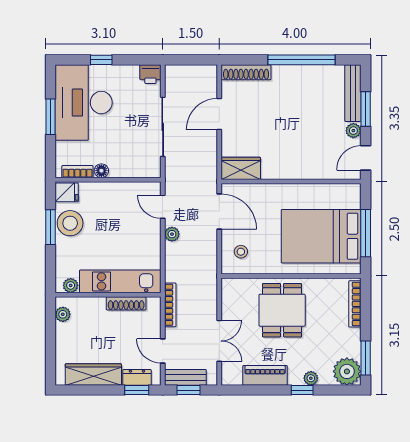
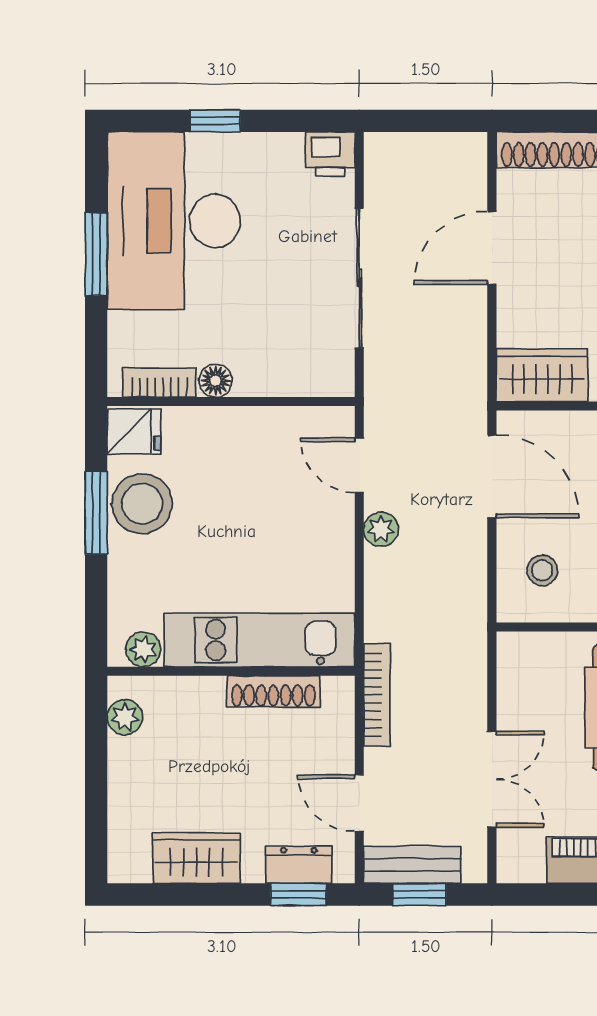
wardrobe: (93, 374) -> (196, 858), width x0.67

